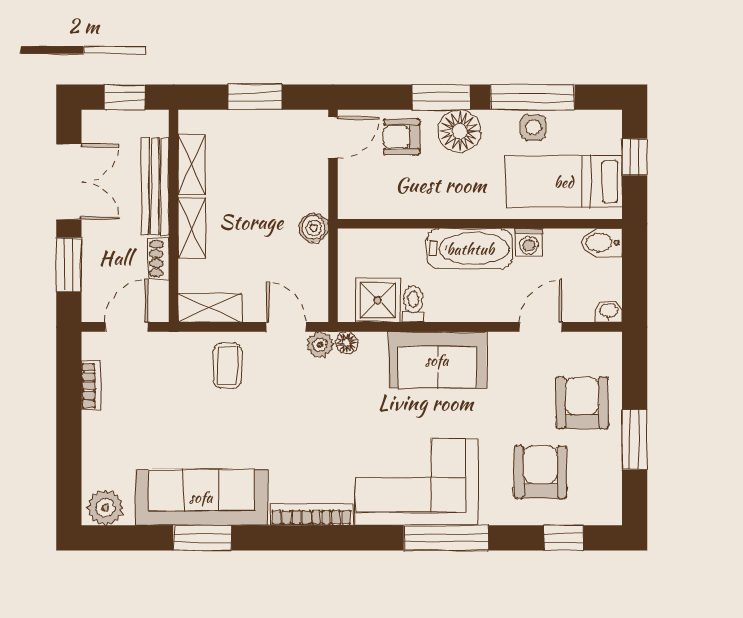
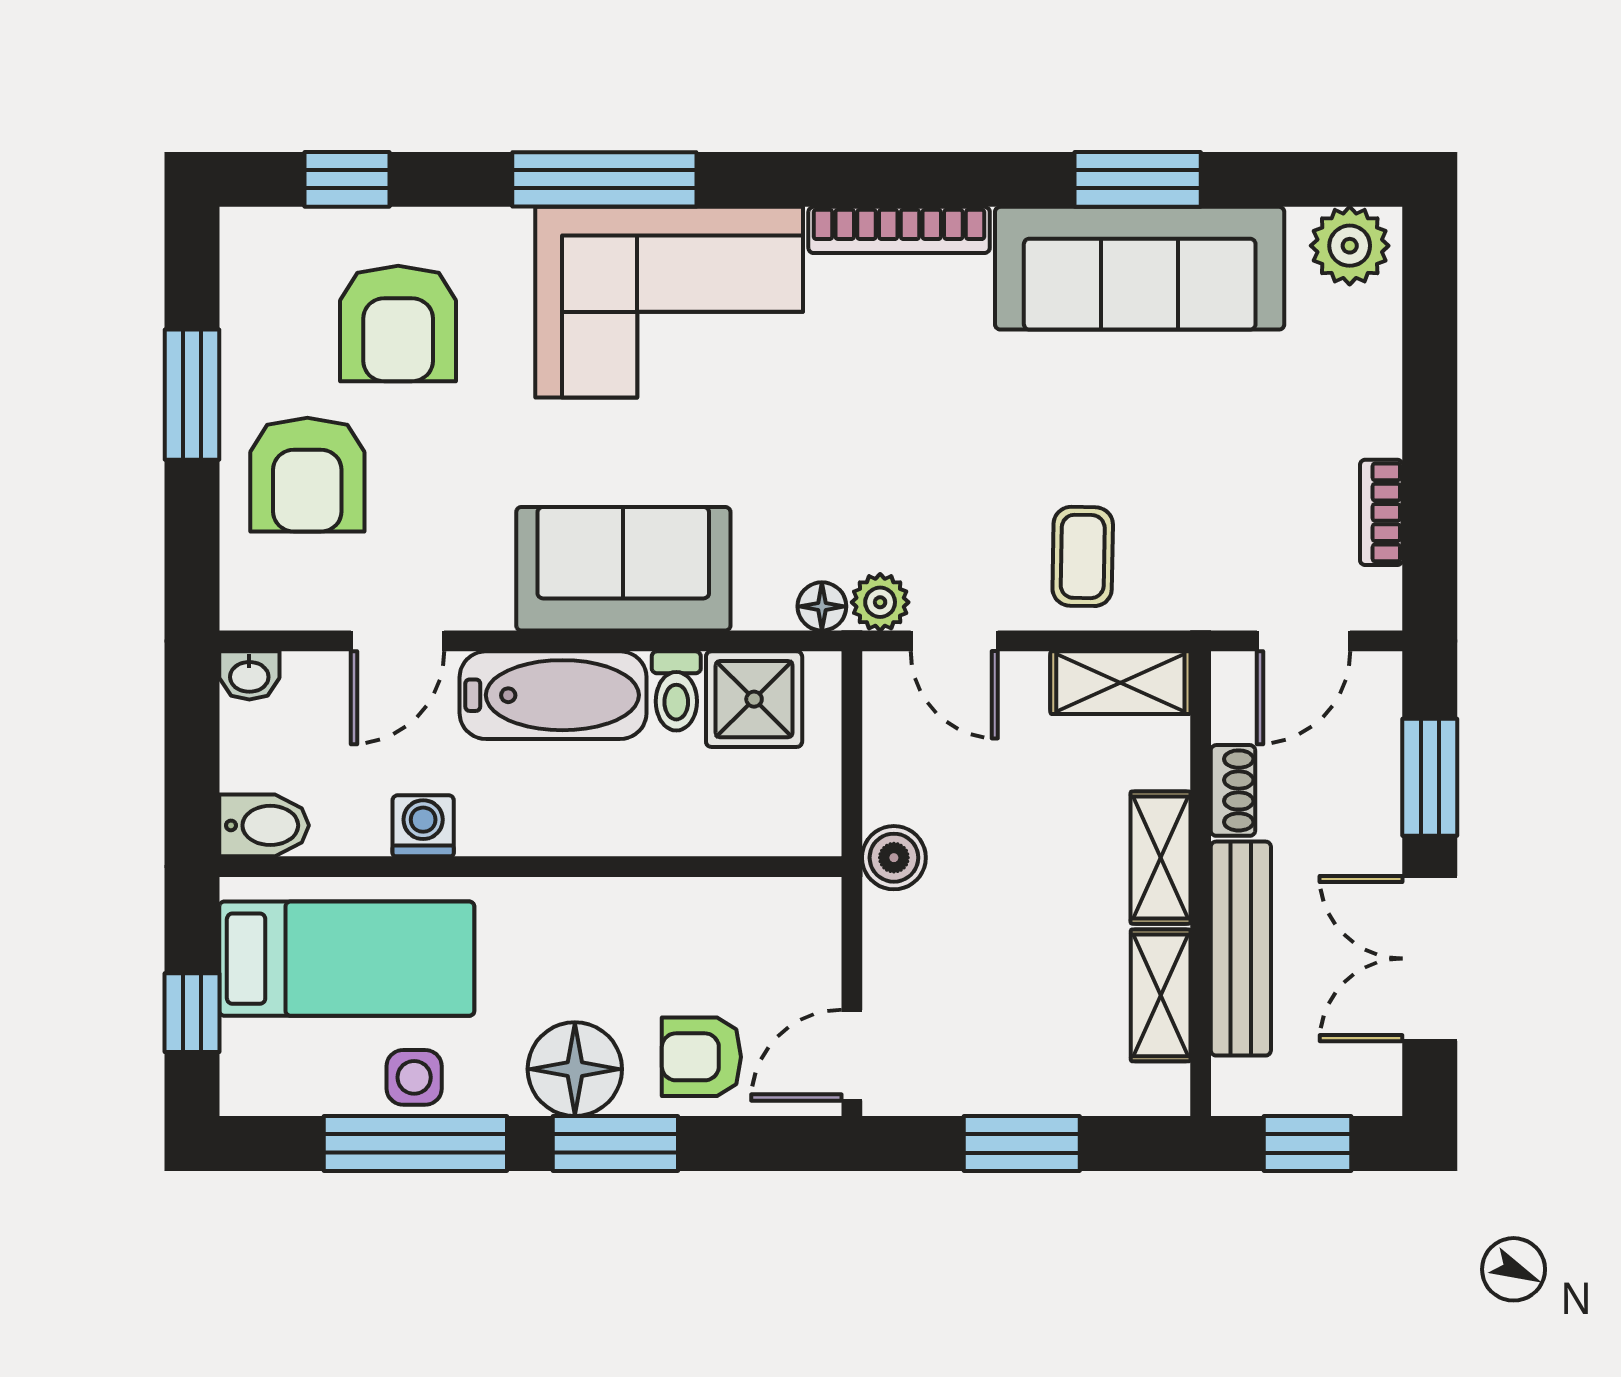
armchair: (402, 137) -> (701, 1057), turned 180
bathtub: (470, 249) -> (553, 695), moved, turned 180

